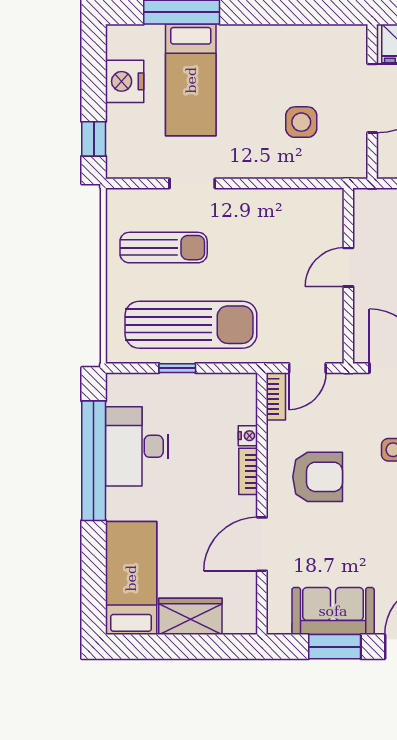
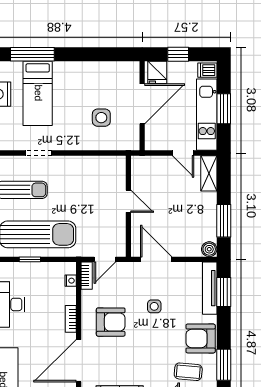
door: (348, 267) -> (128, 201), swing flipped
nightstand: (248, 436) -> (71, 281), moved
door: (262, 544) -> (79, 361), width x1.36

